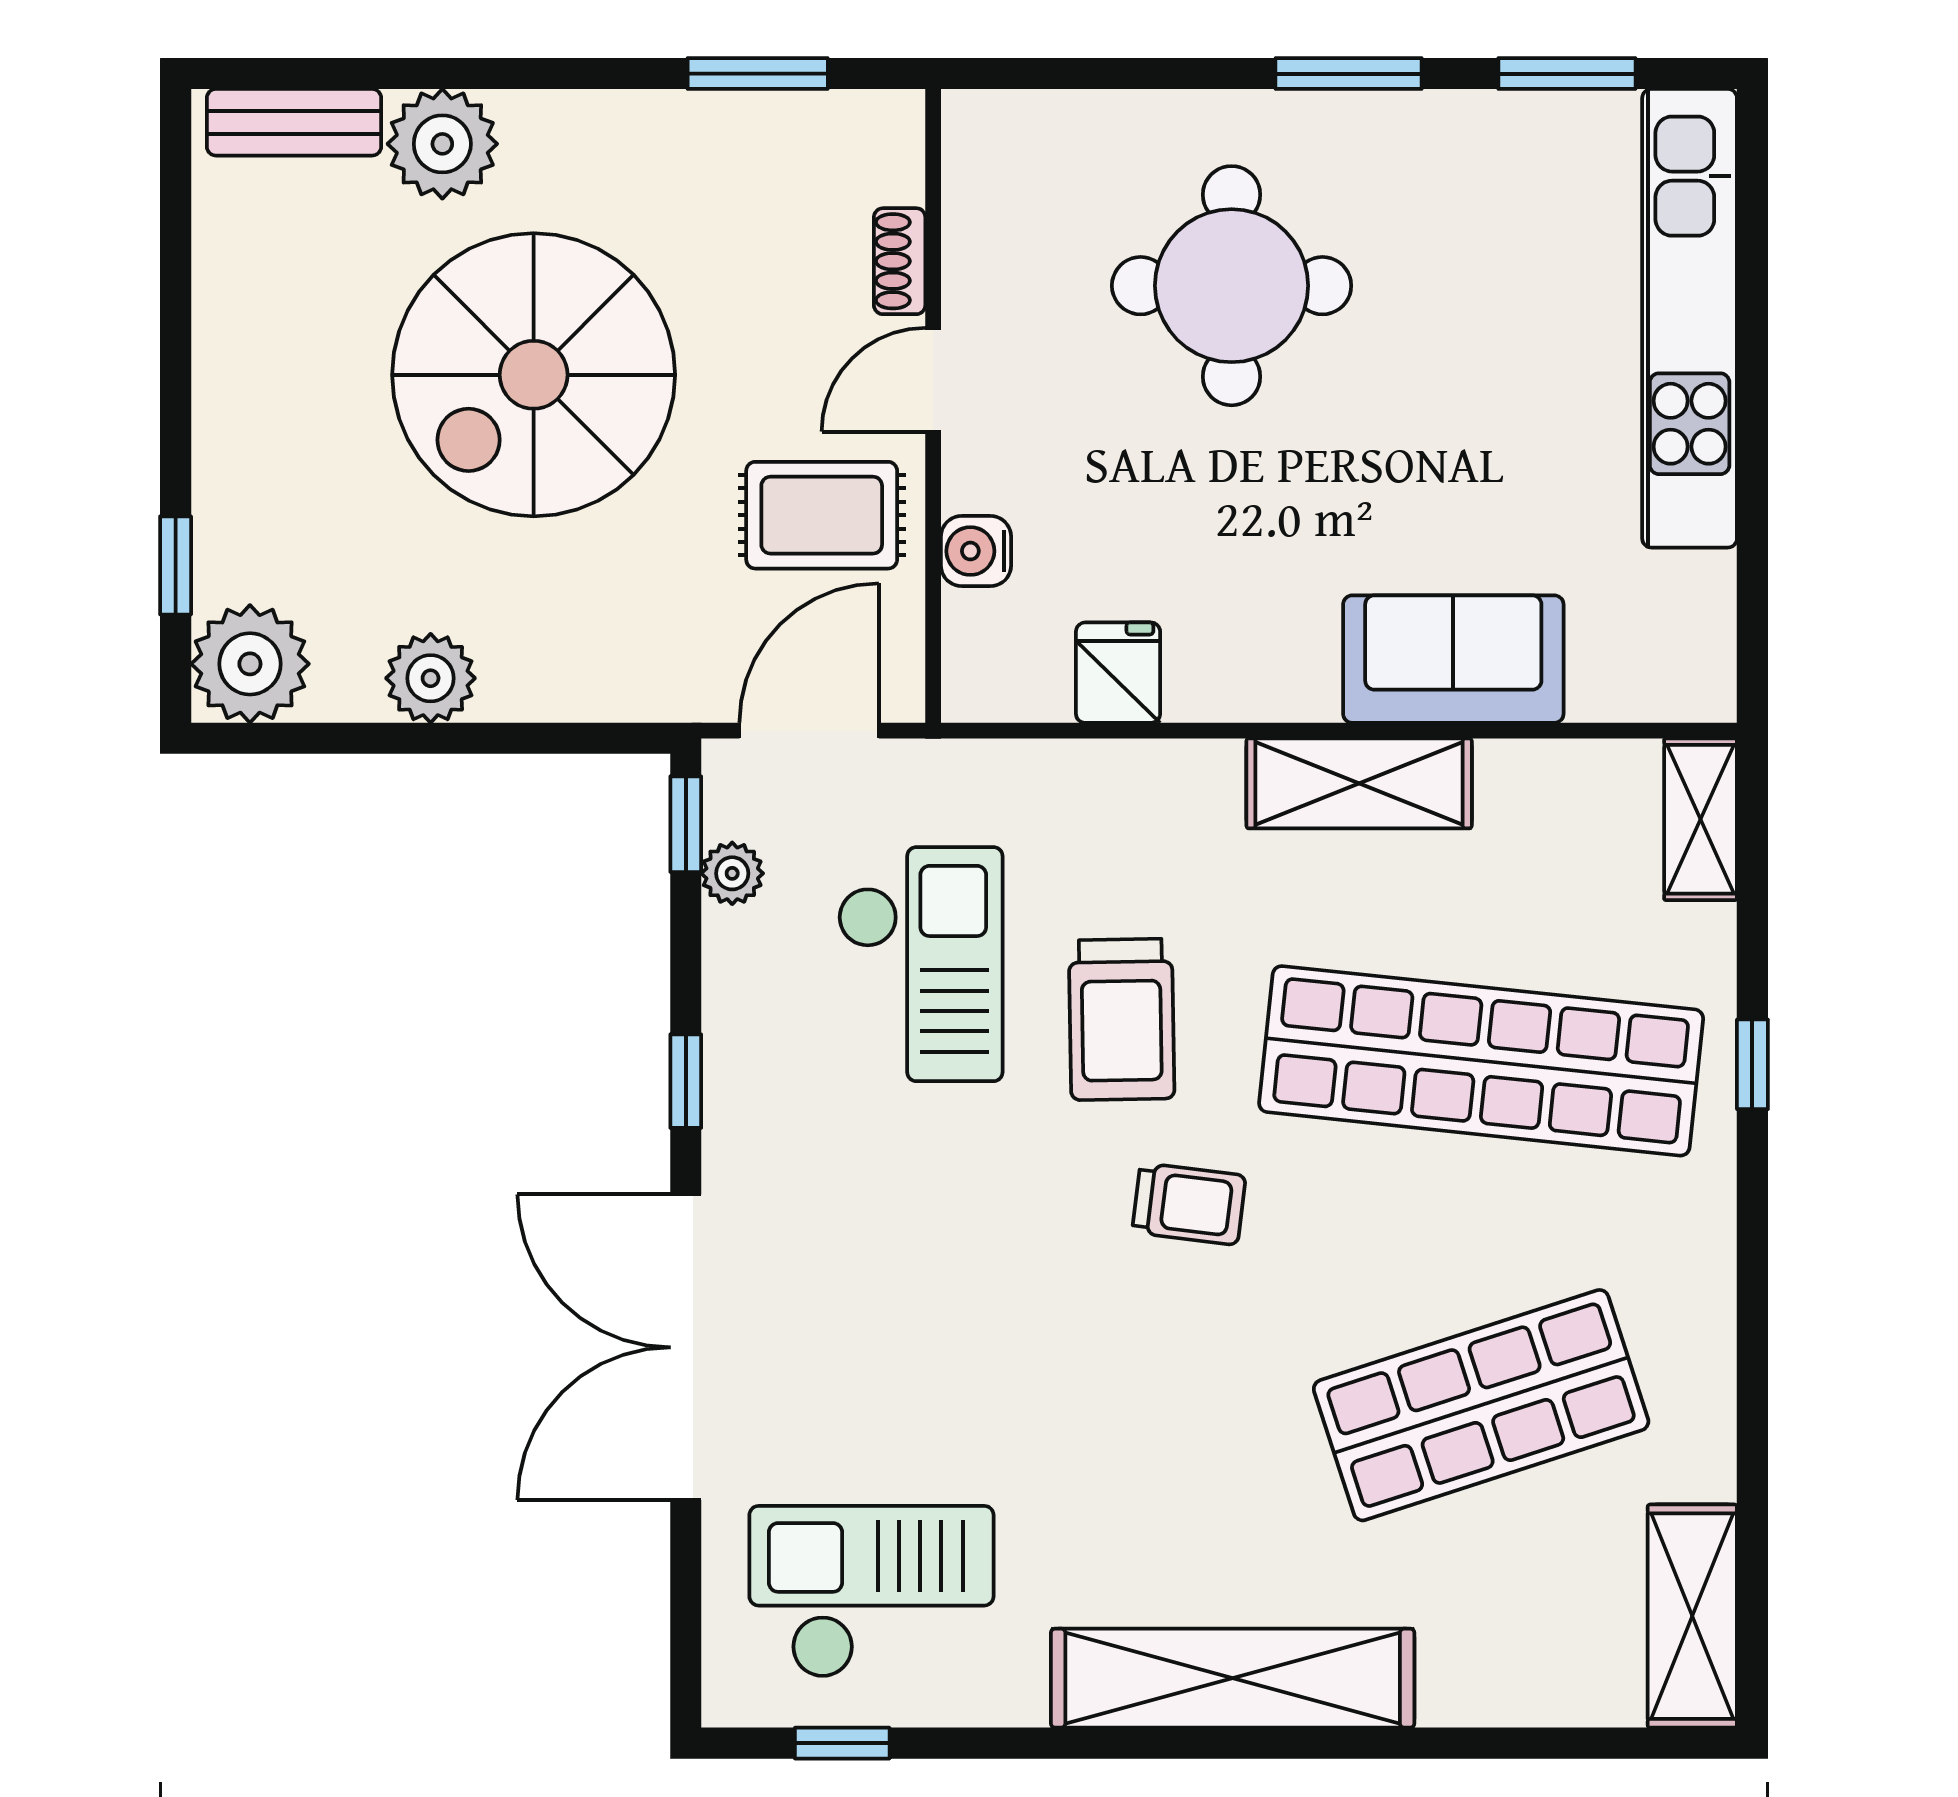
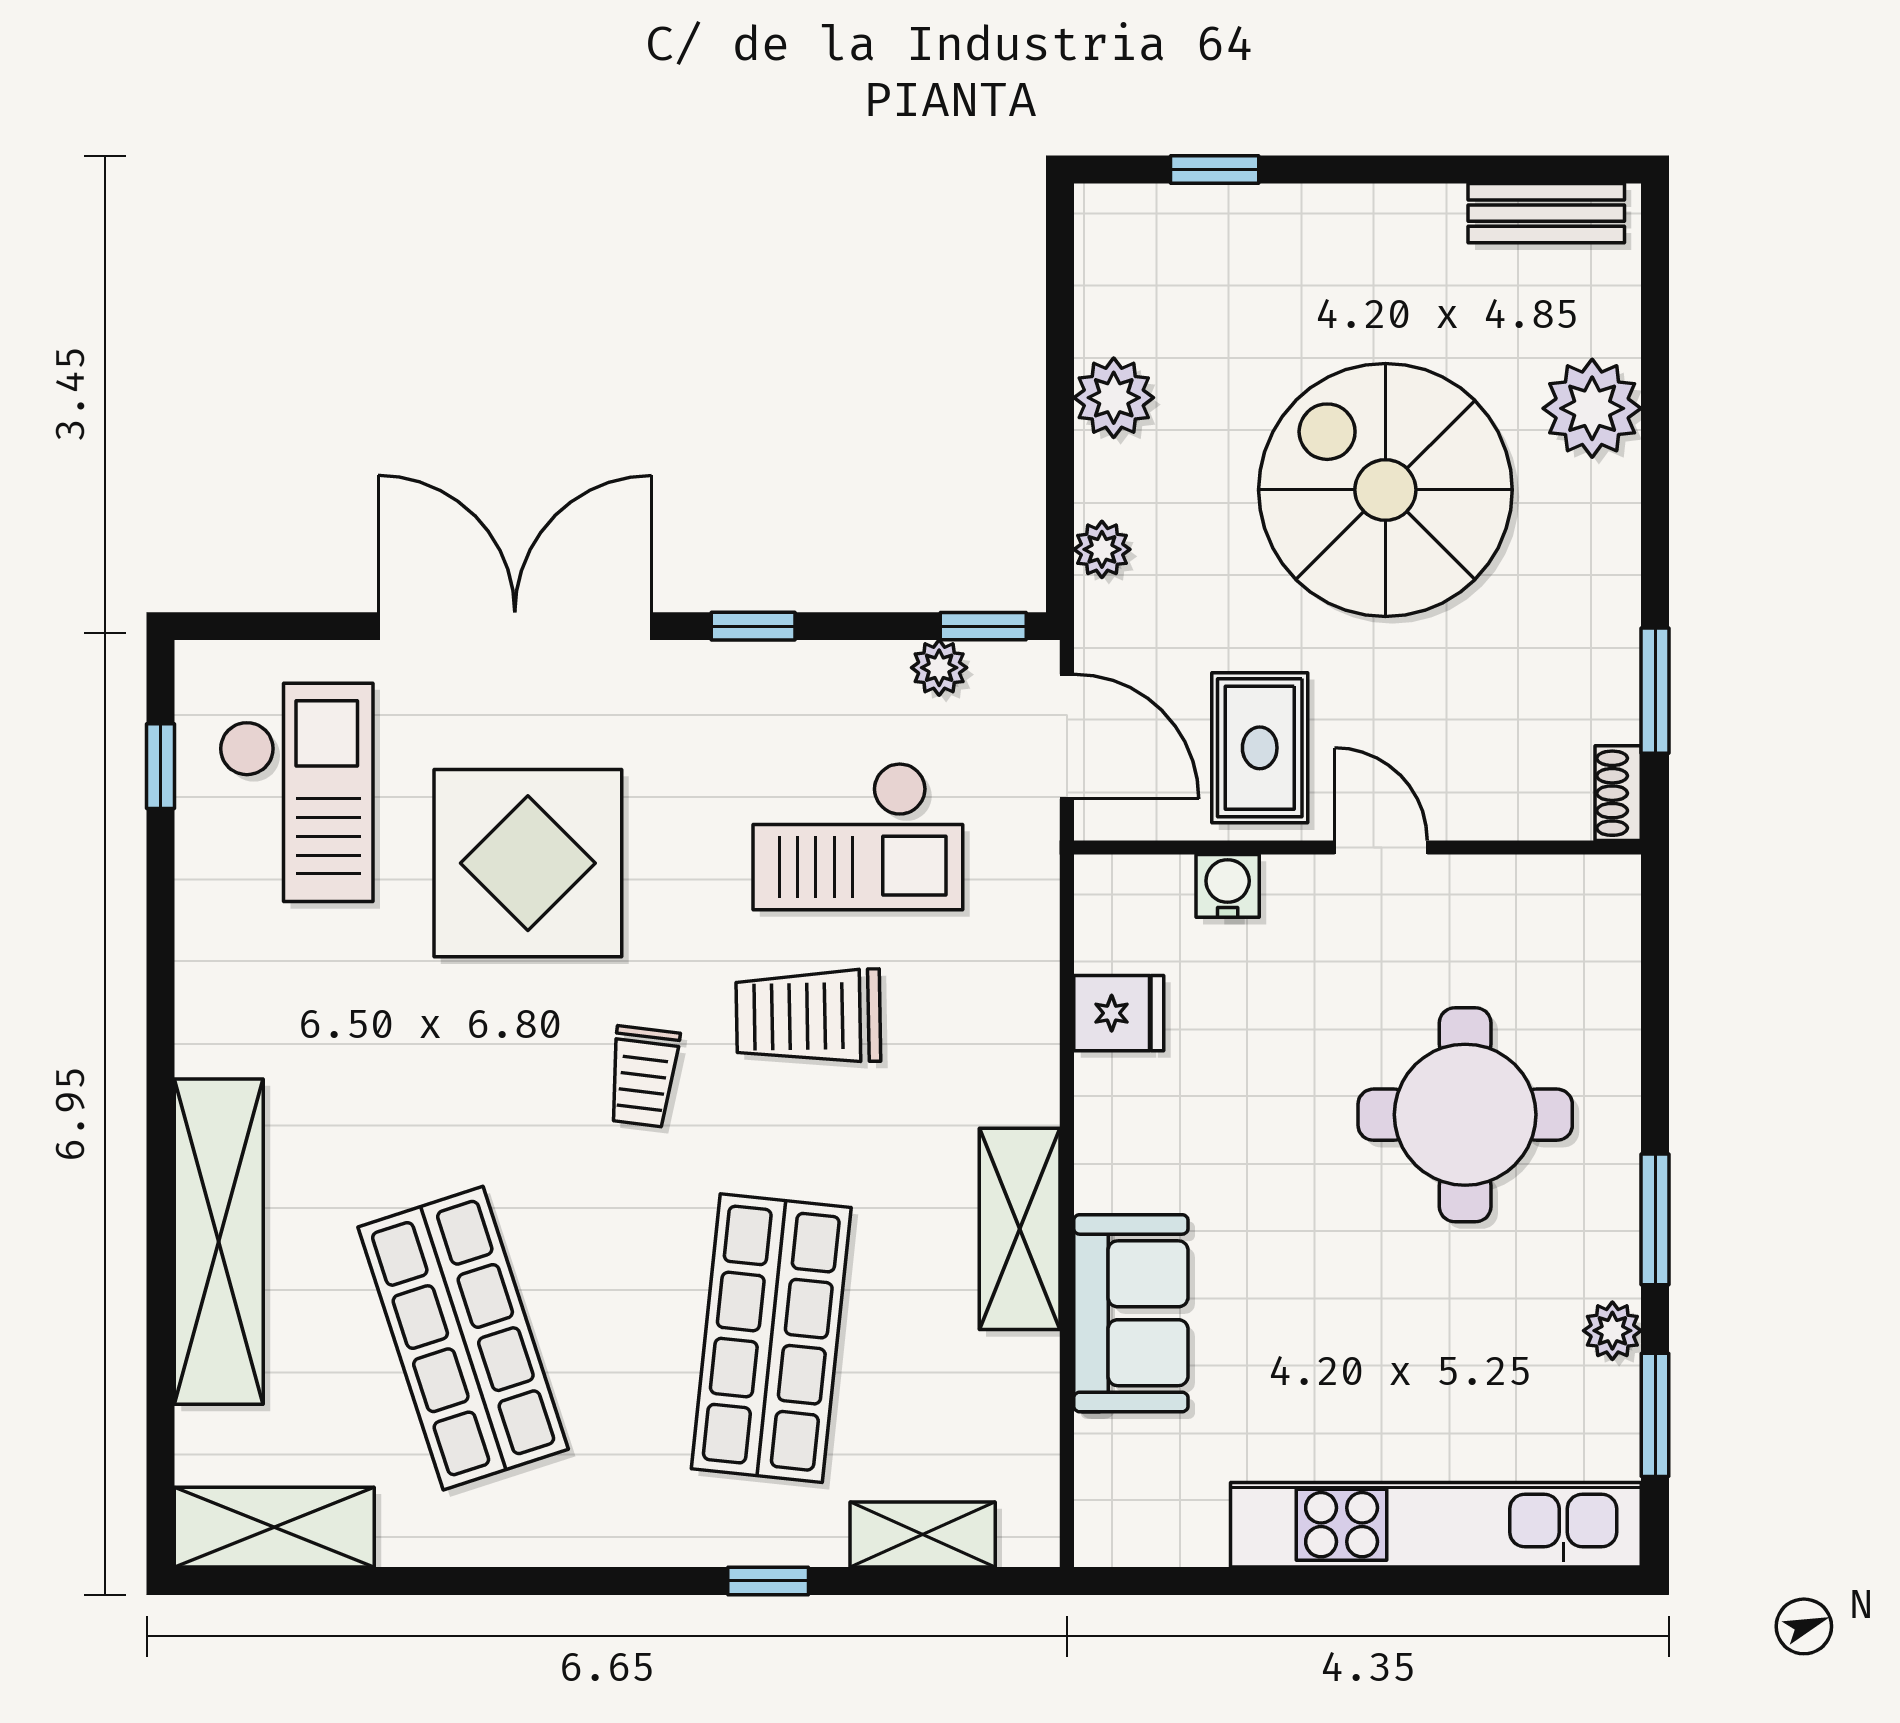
plant: (1473, 121) -> (1612, 1331), added
bench: (294, 122) -> (1546, 213), moved, turned 90
shoe rack: (900, 261) -> (1618, 793), moved, turned -90
plant: (250, 664) -> (1102, 549), moved, width x0.53, depth x0.53
shelving: (1701, 819) -> (923, 1535), moved
shop shelf: (1481, 1061) -> (771, 1338), width x0.71
display table: (951, 1333) -> (528, 863), added
shelving: (1233, 1678) -> (219, 1242), moved

